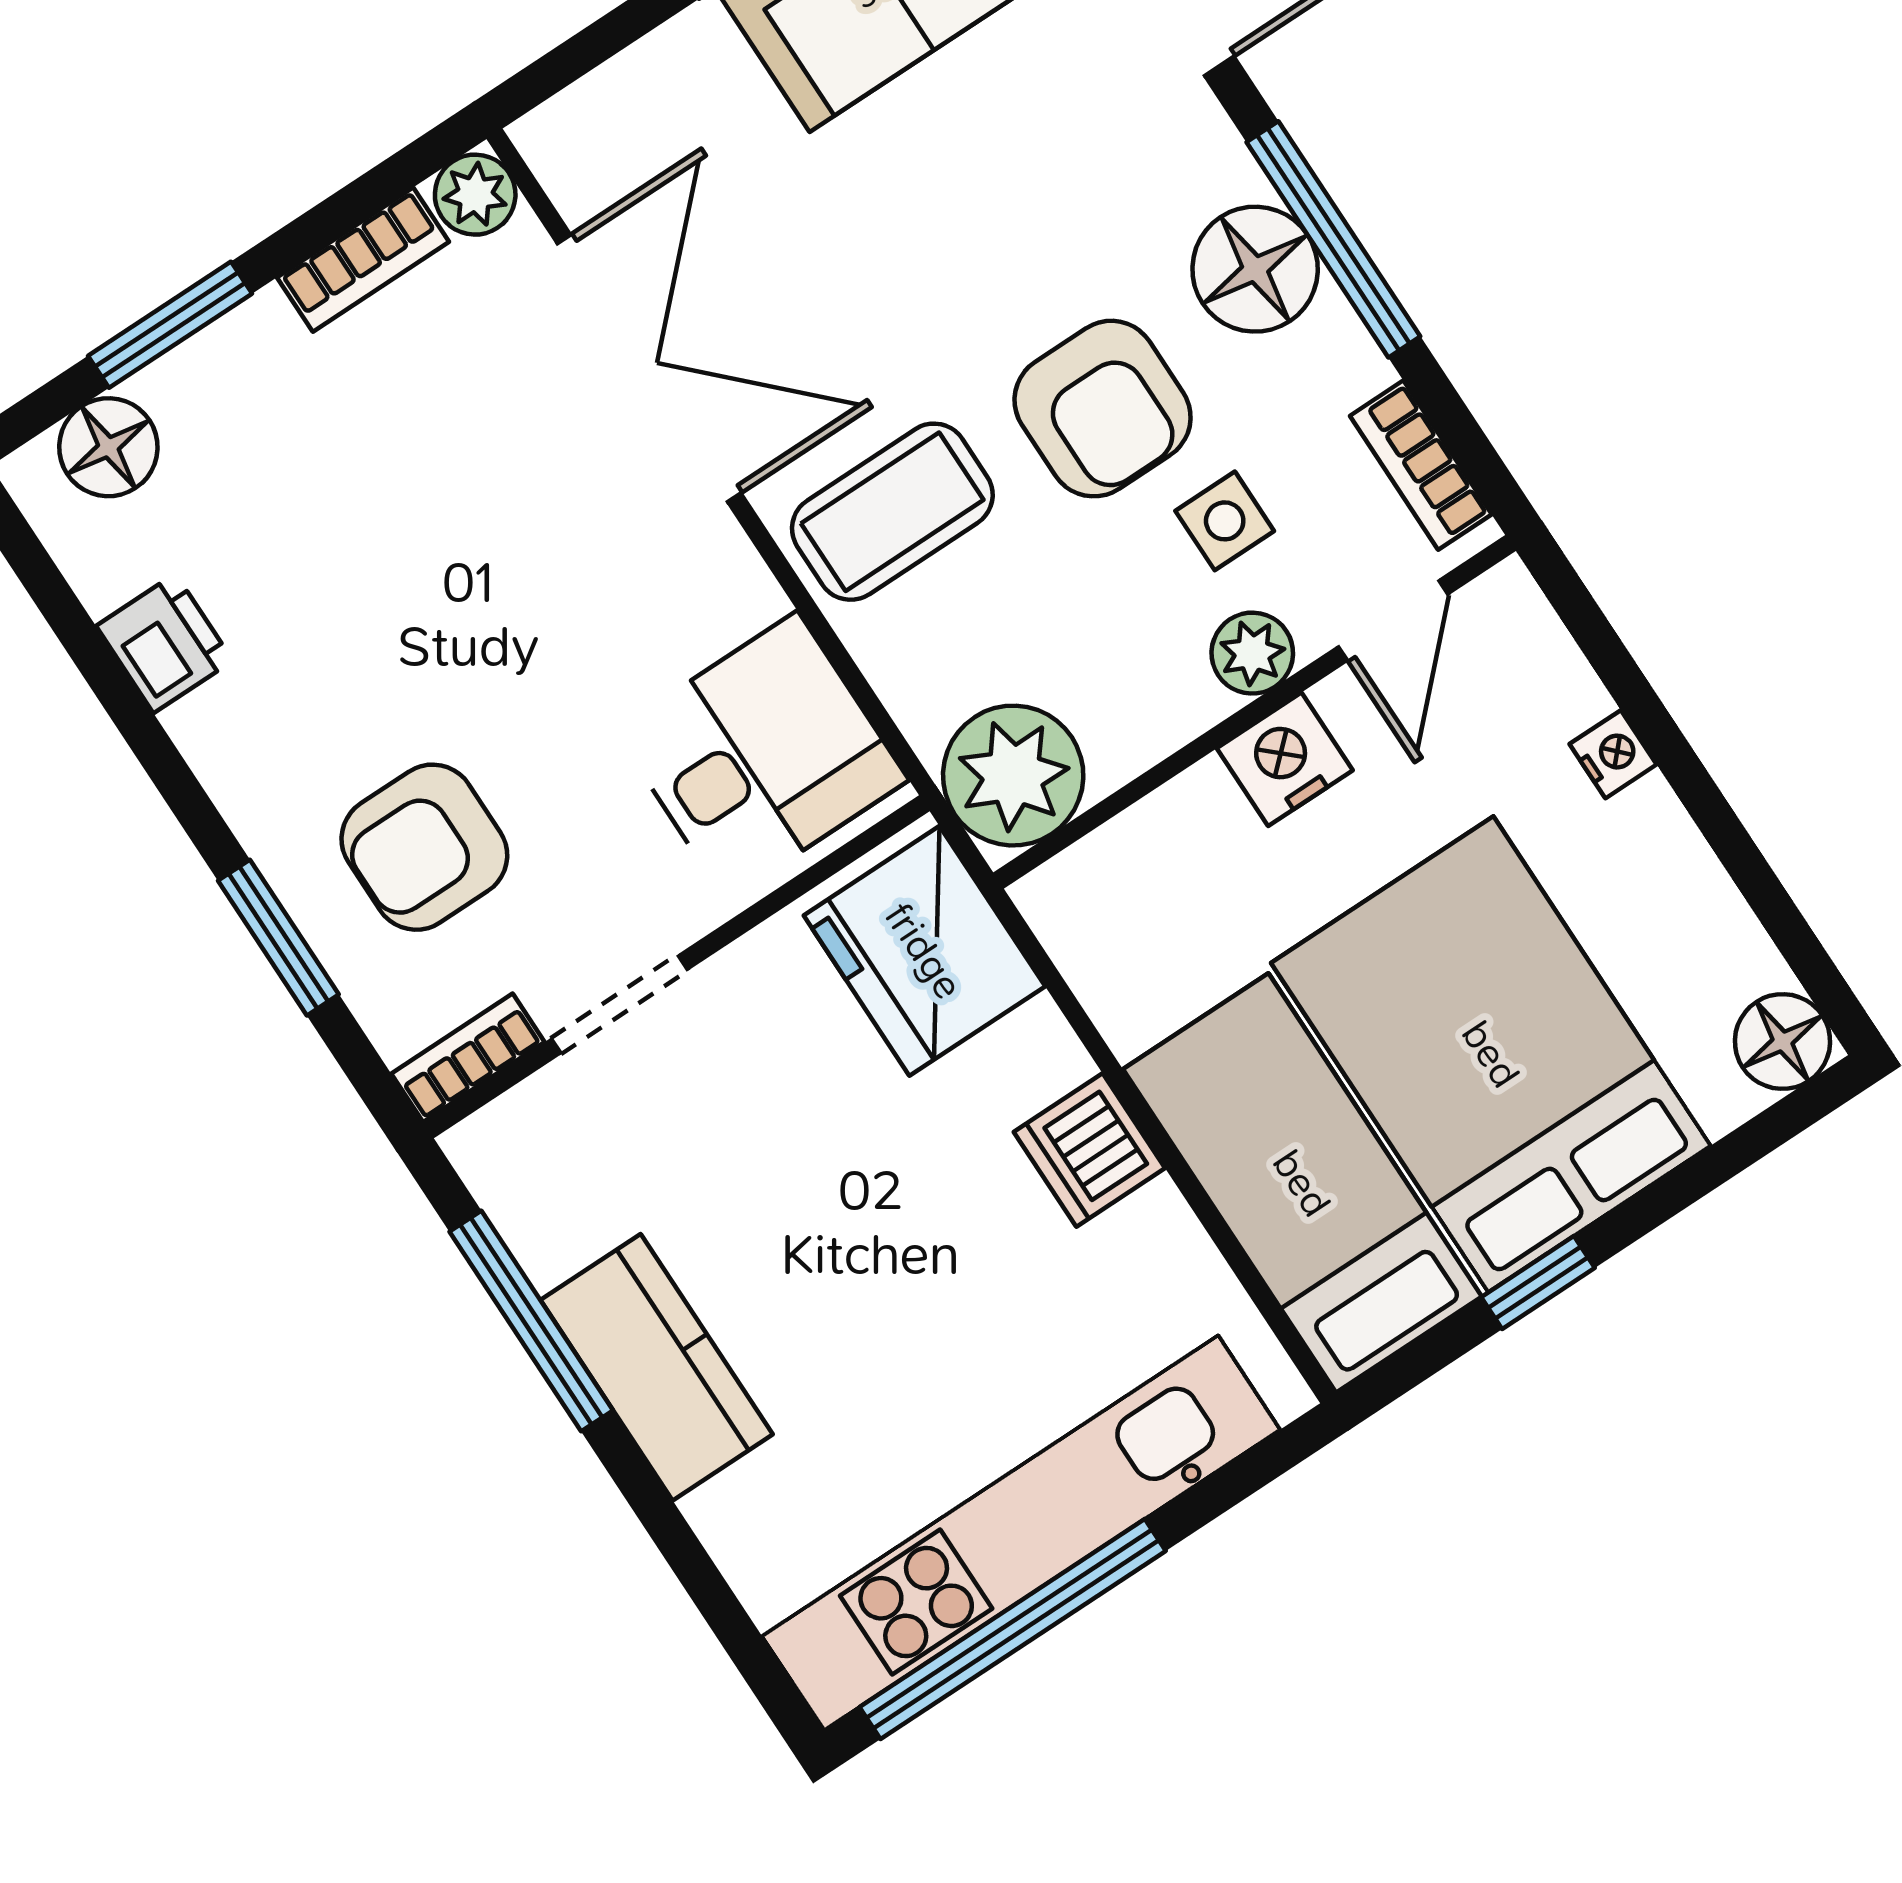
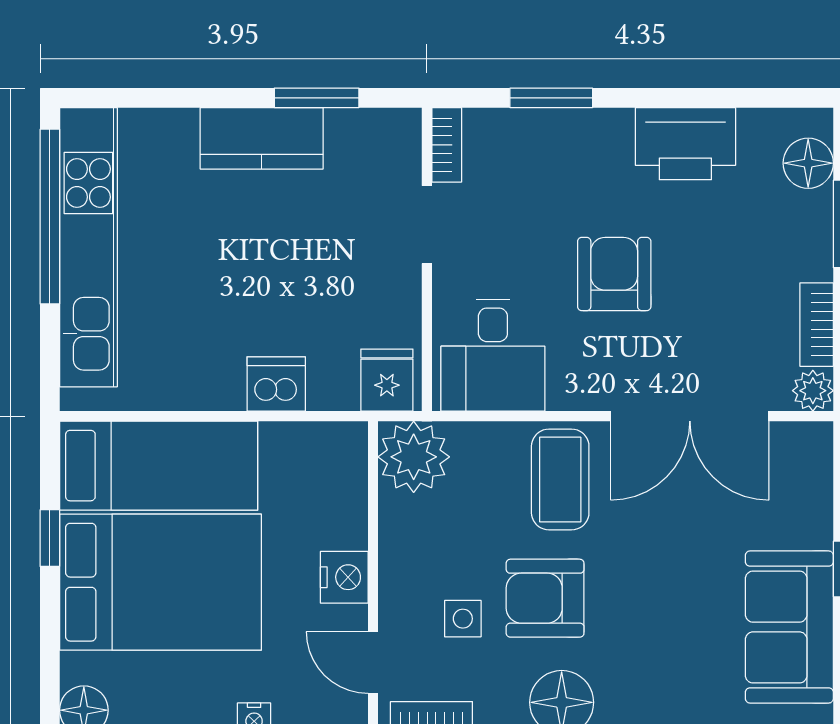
printer: (164, 643) -> (685, 144), width x1.87, depth x1.48
plant: (1252, 653) -> (399, 593), removed
armchair: (424, 847) -> (614, 274), moved
fridge: (924, 951) -> (387, 380), width x0.53, depth x0.75
dishwasher: (1089, 1150) -> (276, 384), moved
window: (531, 1321) -> (317, 98), width x0.69

